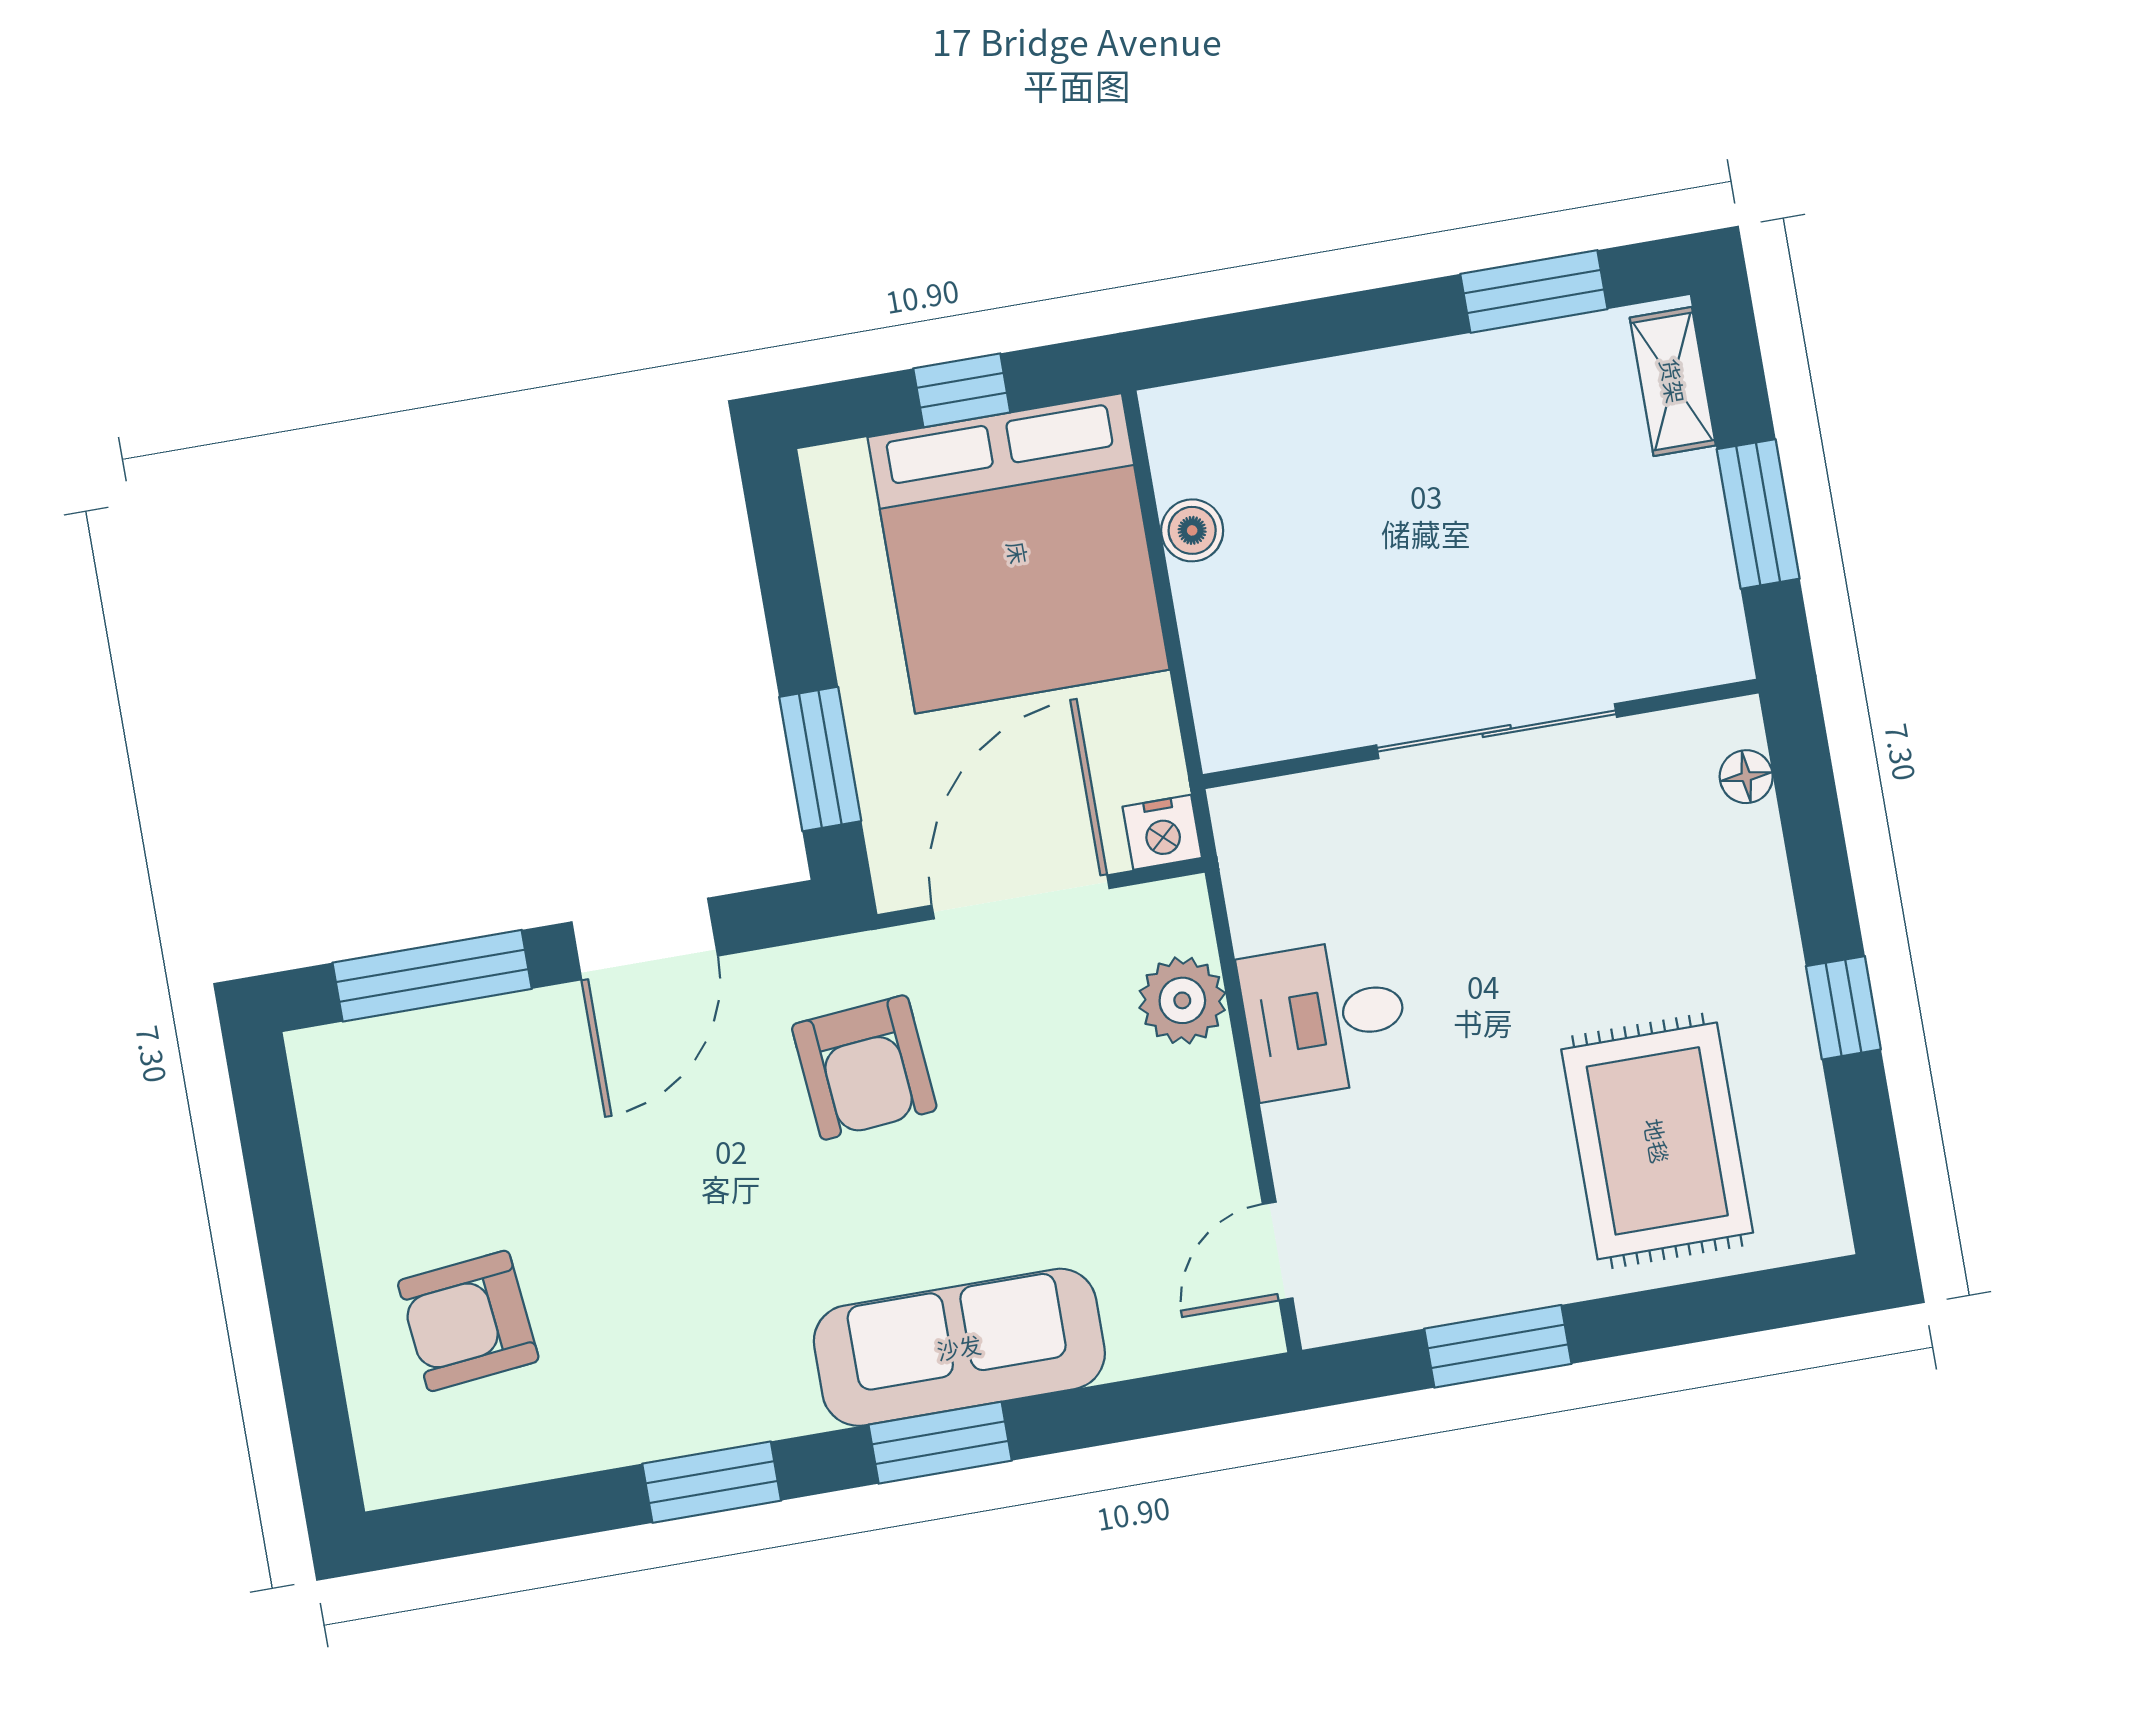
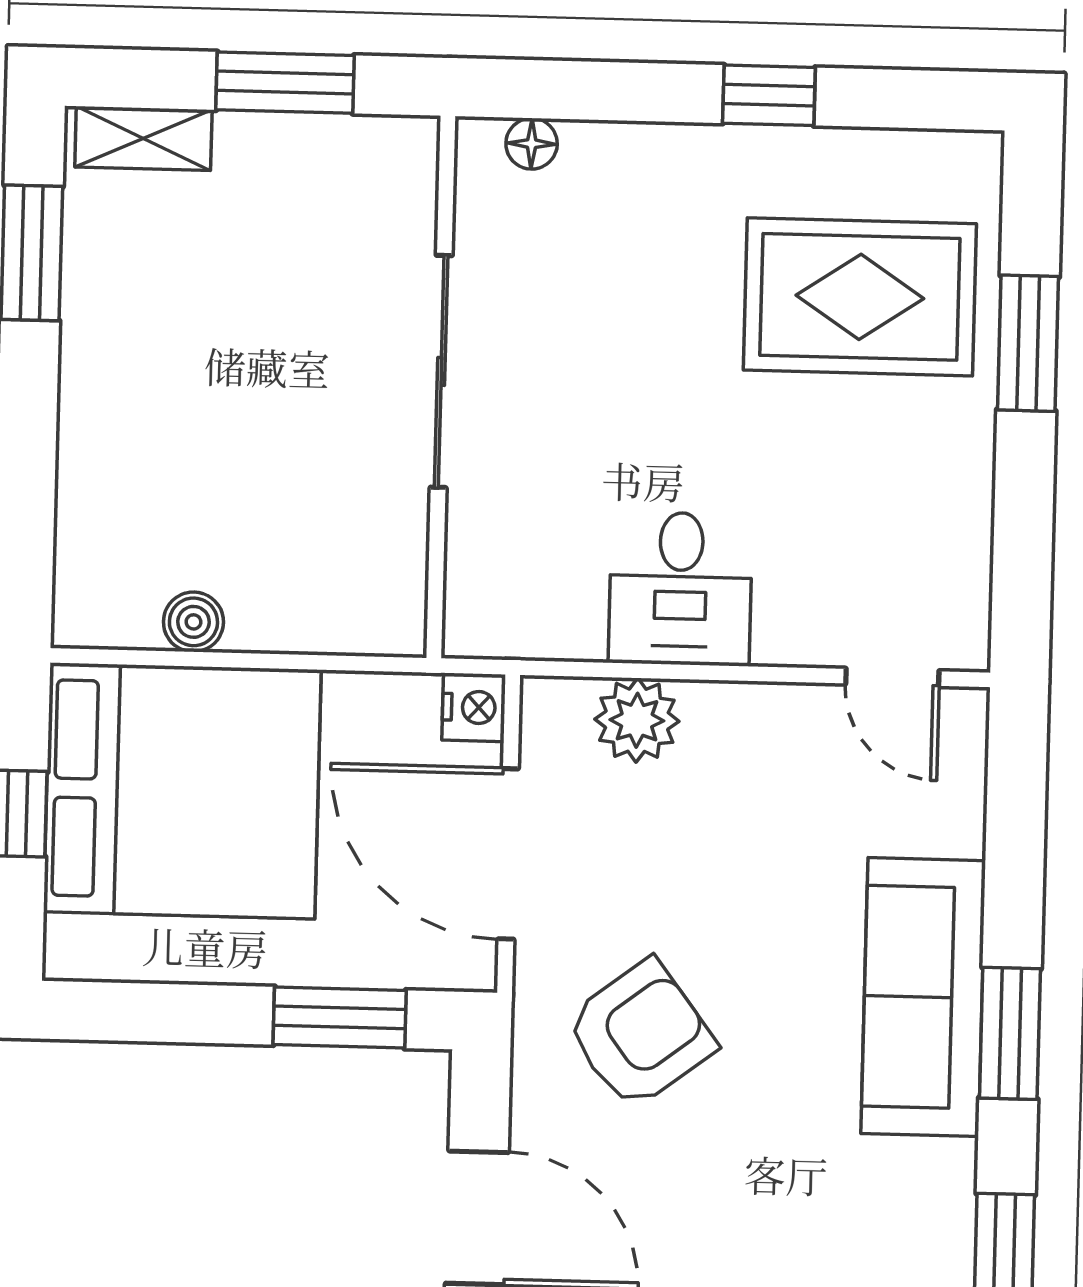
armchair: (864, 1067) -> (640, 1034), turned -32
window: (1498, 1346) -> (1028, 343), moved

